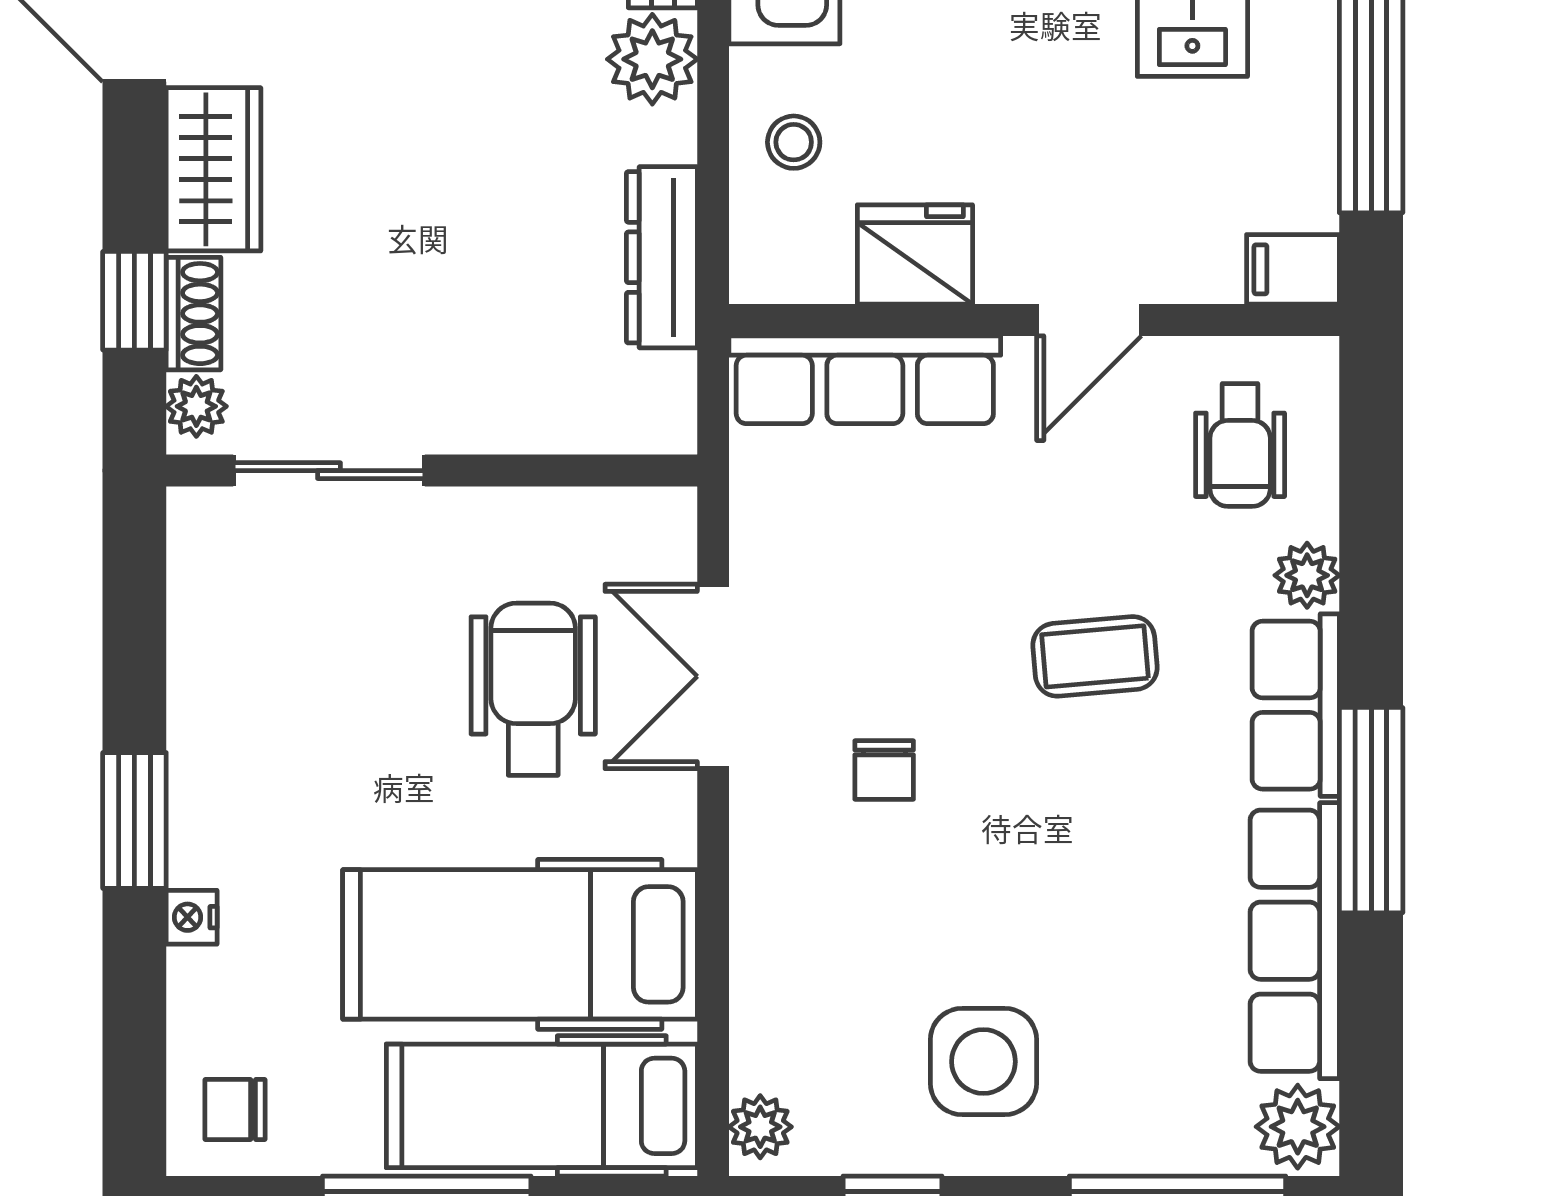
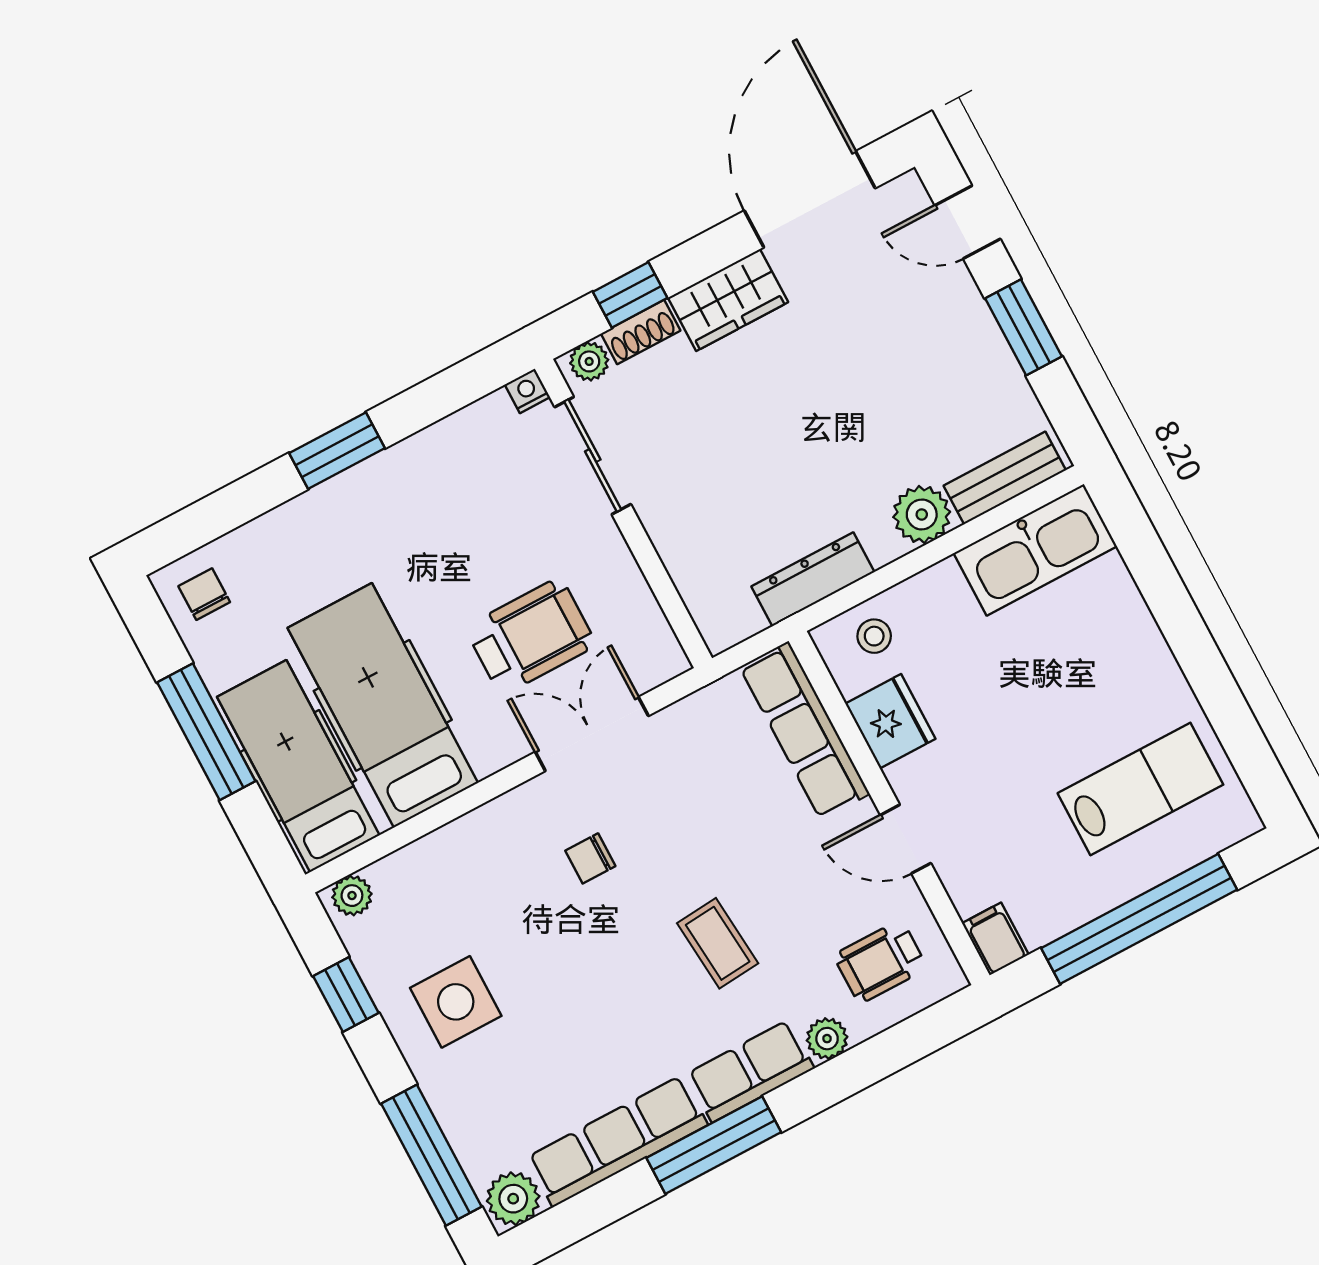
stool: (794, 142) -> (874, 636), moved
nightstand: (192, 917) -> (527, 391), moved

